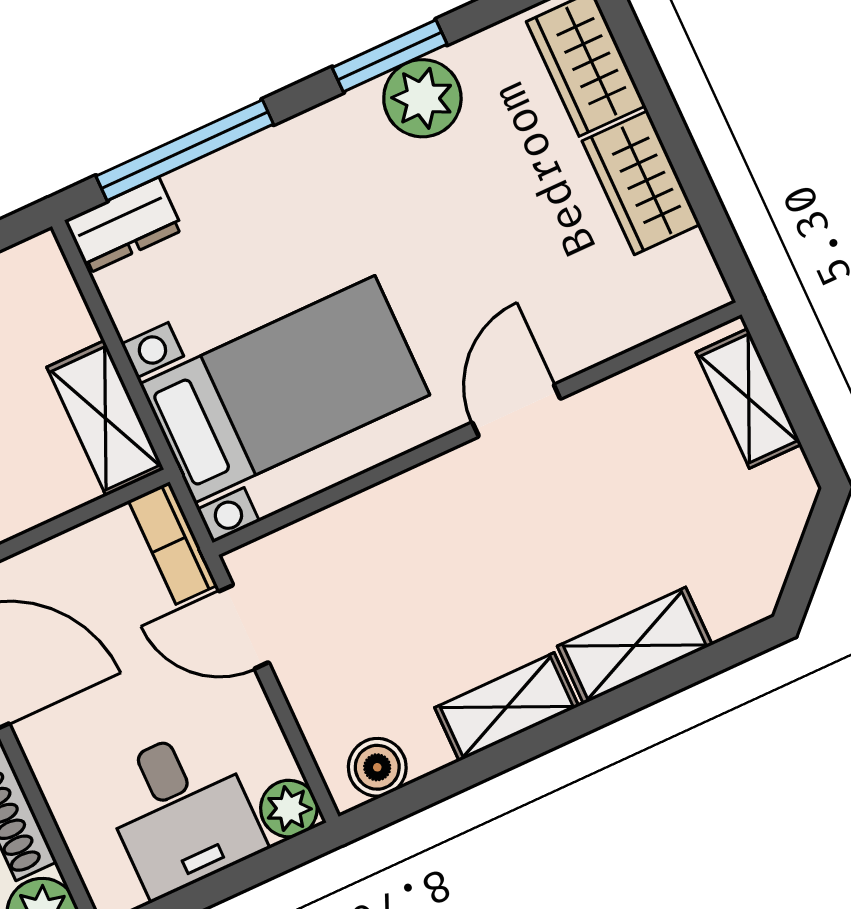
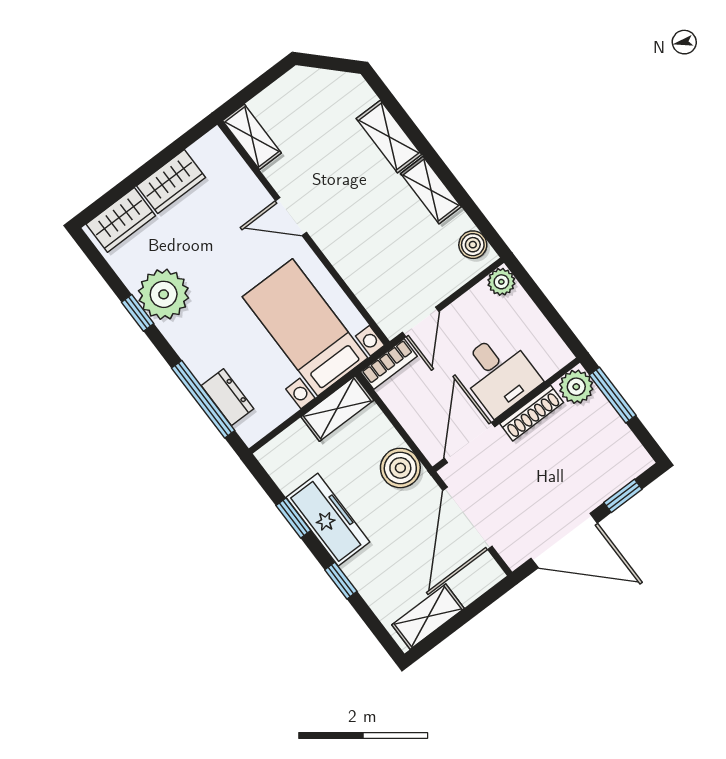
window: (390, 56) -> (138, 313), width x0.67
plant: (422, 98) -> (164, 294), width x1.36, depth x1.36
dresser: (124, 225) -> (227, 397), moved
shelving: (749, 398) -> (252, 137), moved, turned 90
desk: (181, 812) -> (499, 374), moved, turned 90

